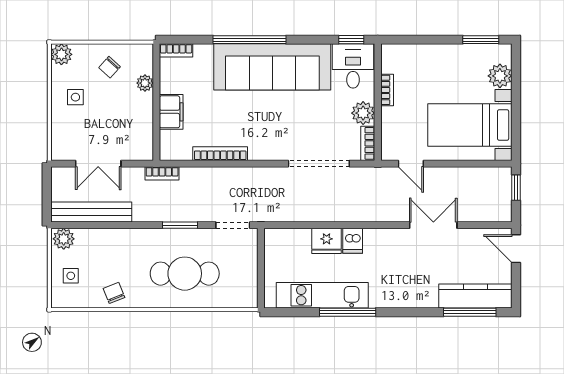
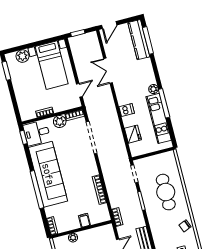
filing cabinet: (171, 112) -> (84, 220), width x0.50
fridge: (327, 241) -> (133, 134), moved
plant: (379, 299) -> (153, 89), added

